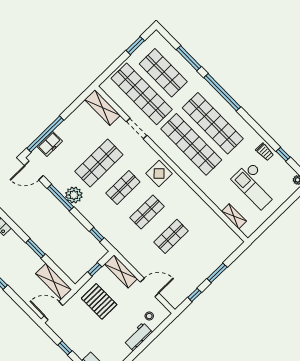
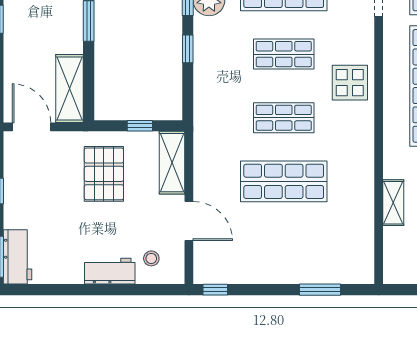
shelving: (234, 216) -> (393, 203), moved
window: (97, 235) -> (188, 49), moved
shop shelf: (171, 236) -> (284, 181), width x1.43, depth x1.36
window: (217, 273) -> (320, 290), moved
window: (195, 295) -> (215, 290), moved

